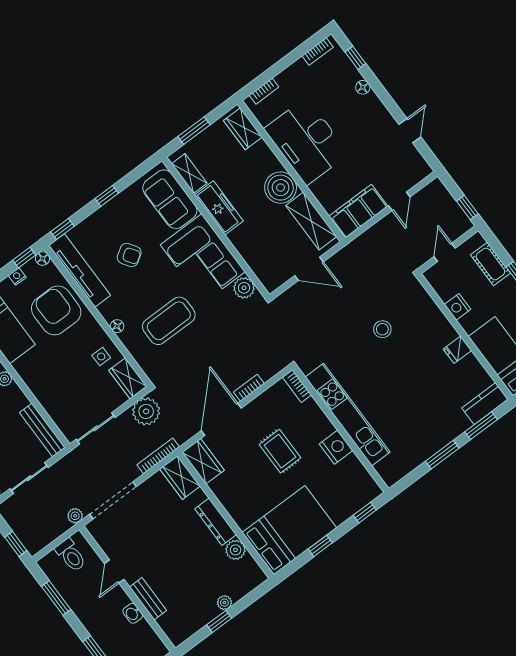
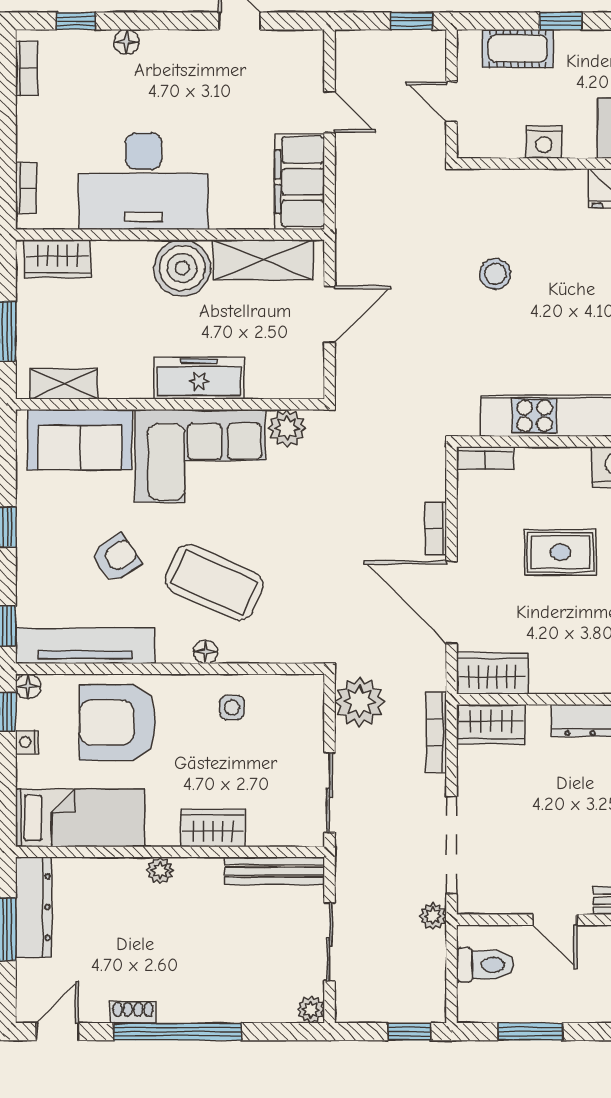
freezer: (219, 208) -> (199, 378), moved
coffee table: (169, 321) -> (214, 583), moved, turned -66
wardrobe: (128, 378) -> (213, 828), moved, turned 180

